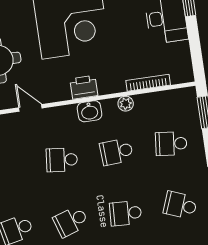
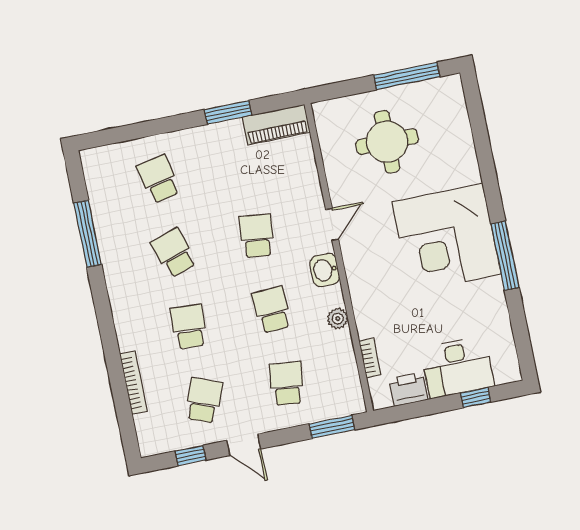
bookcase: (148, 83) -> (370, 358), width x0.64
printer: (84, 87) -> (408, 389), moved, turned -90
door: (30, 108) -> (332, 224), moved

